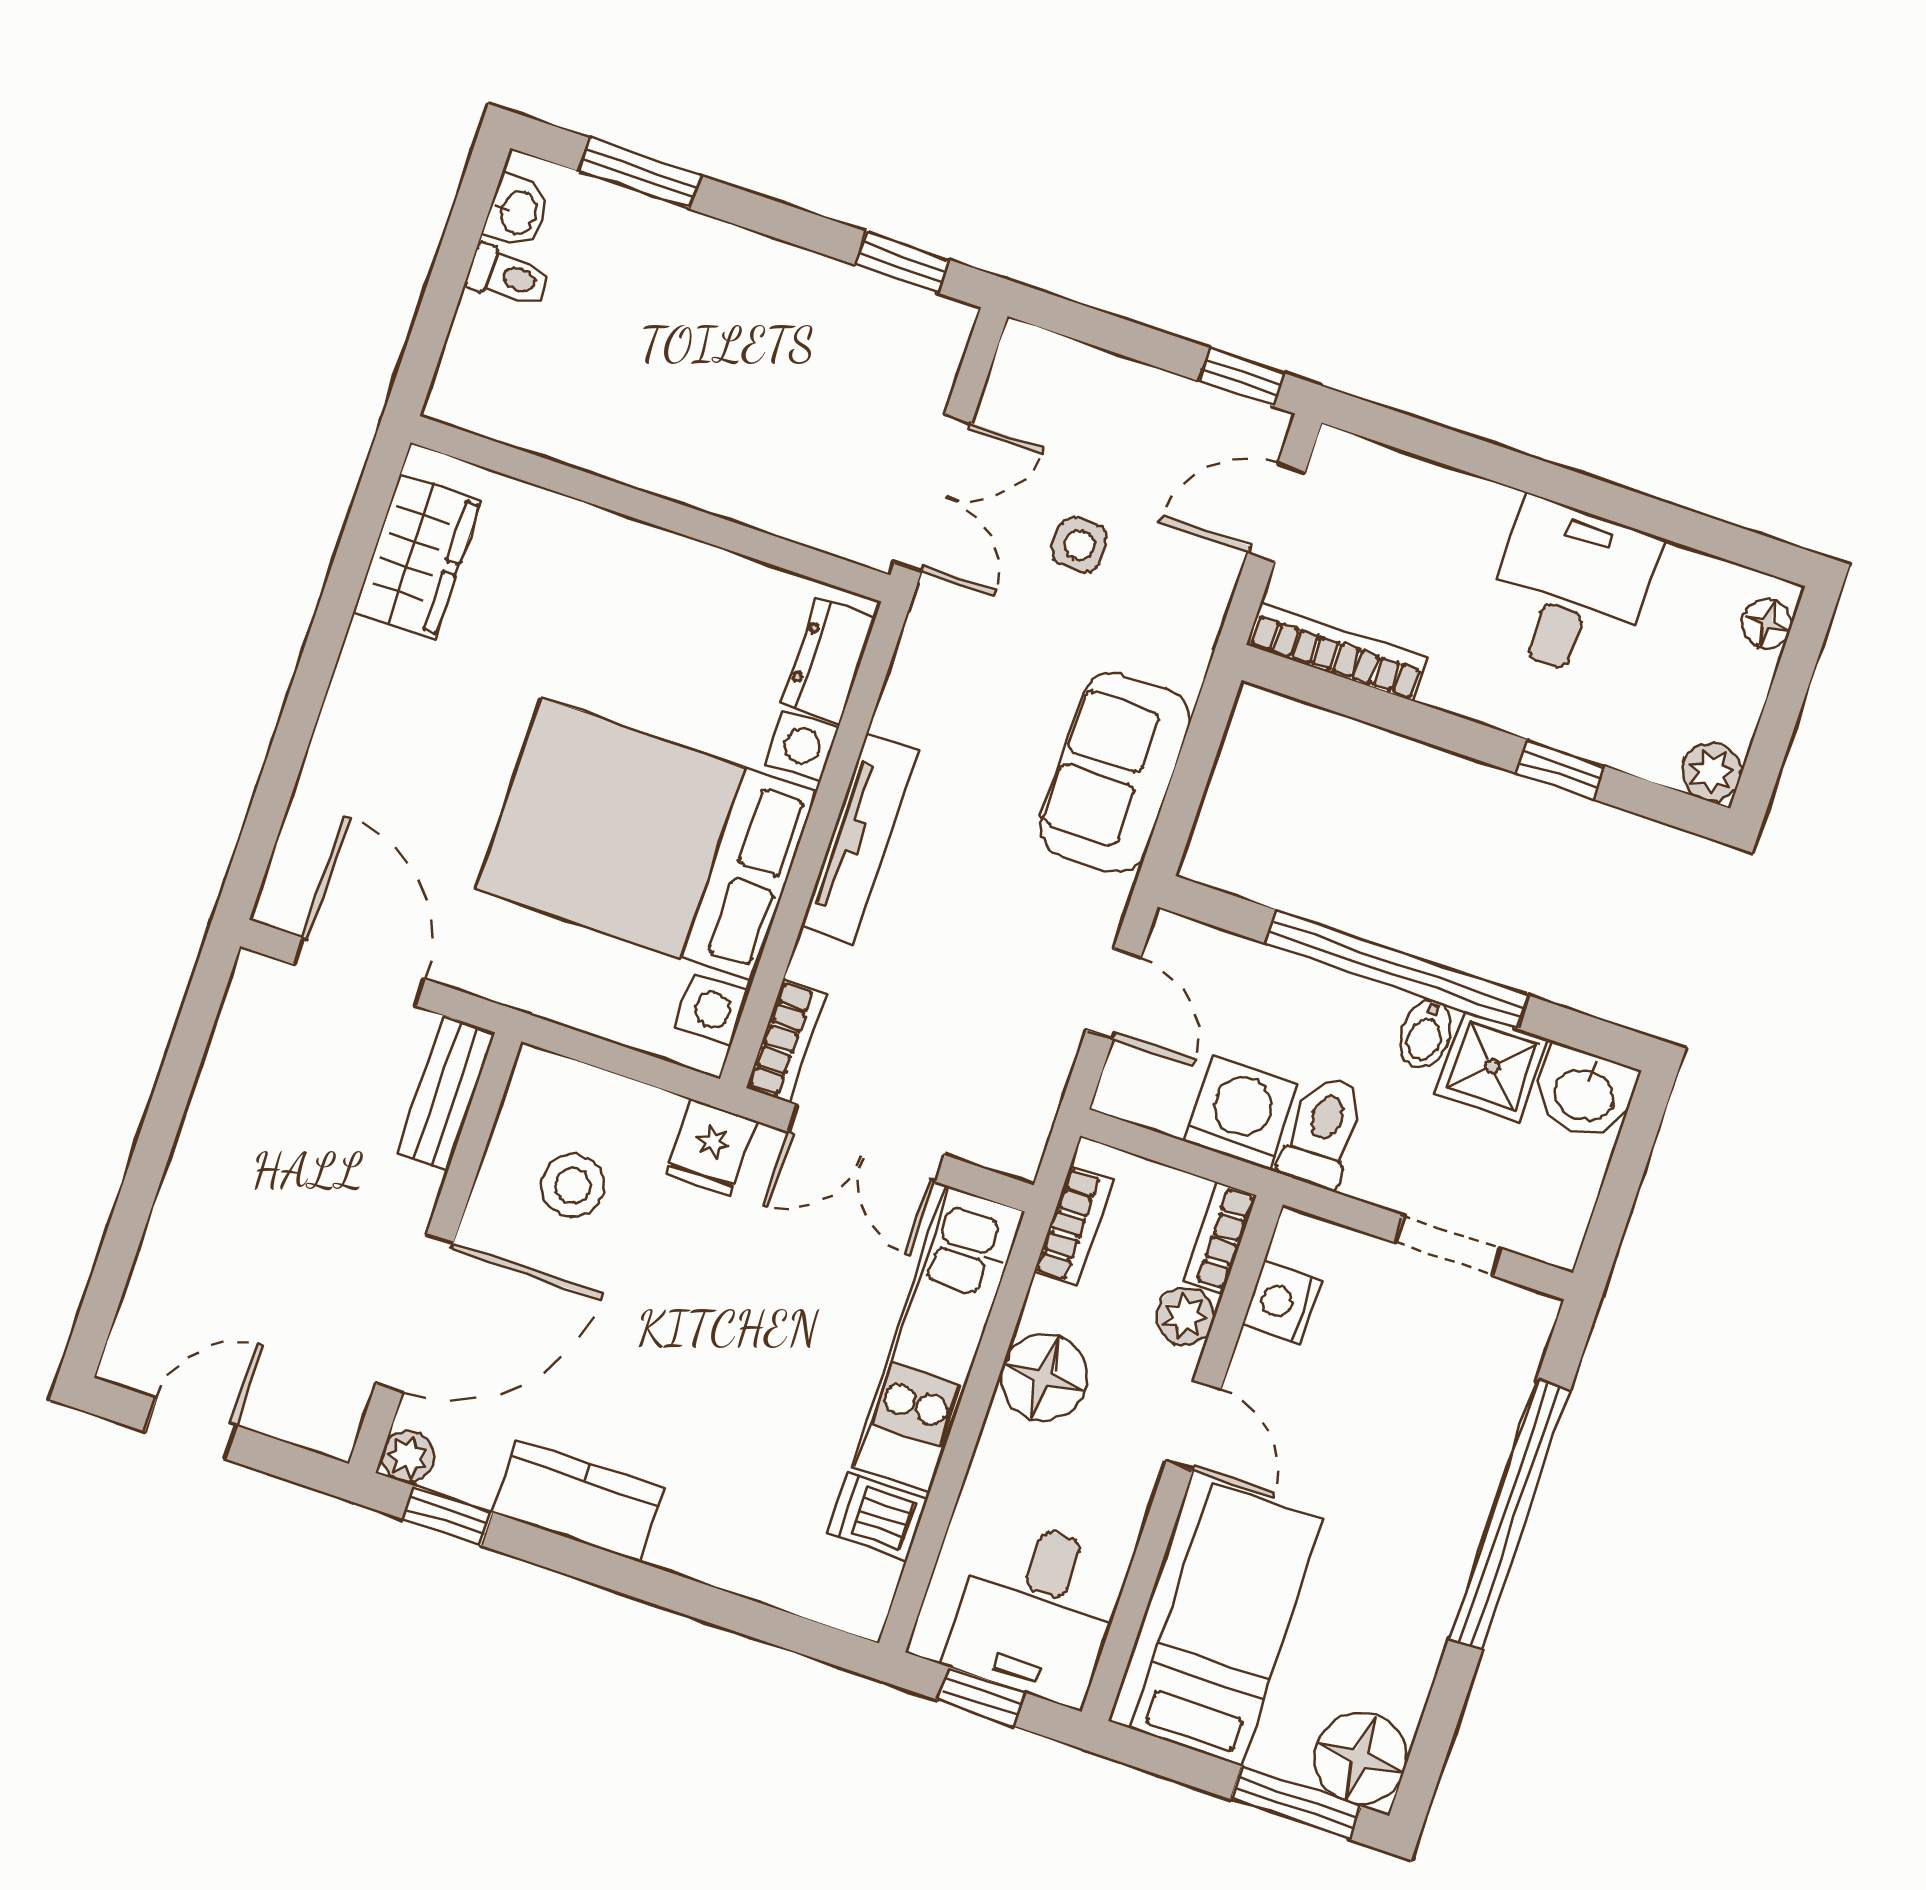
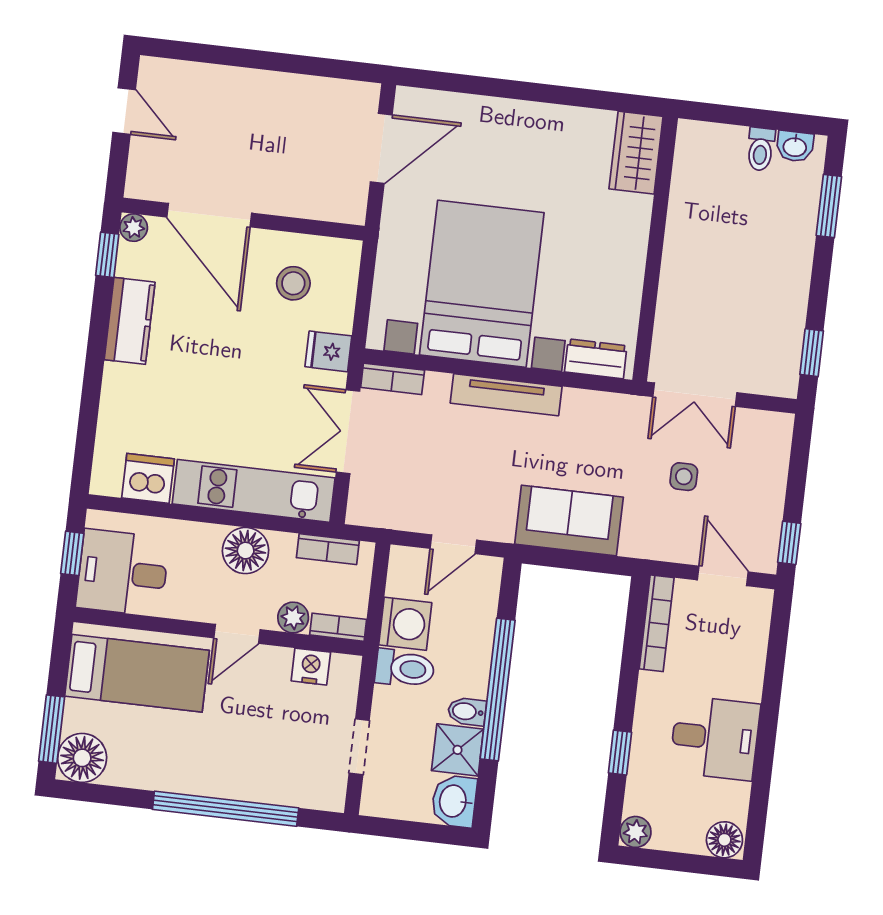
wardrobe: (417, 556) -> (636, 153), moved, turned 90
floor lamp: (1767, 624) -> (724, 840), width x1.37, depth x1.37
bench: (445, 1094) -> (327, 207), removed
dishwasher: (878, 1516) -> (148, 478), width x1.38

